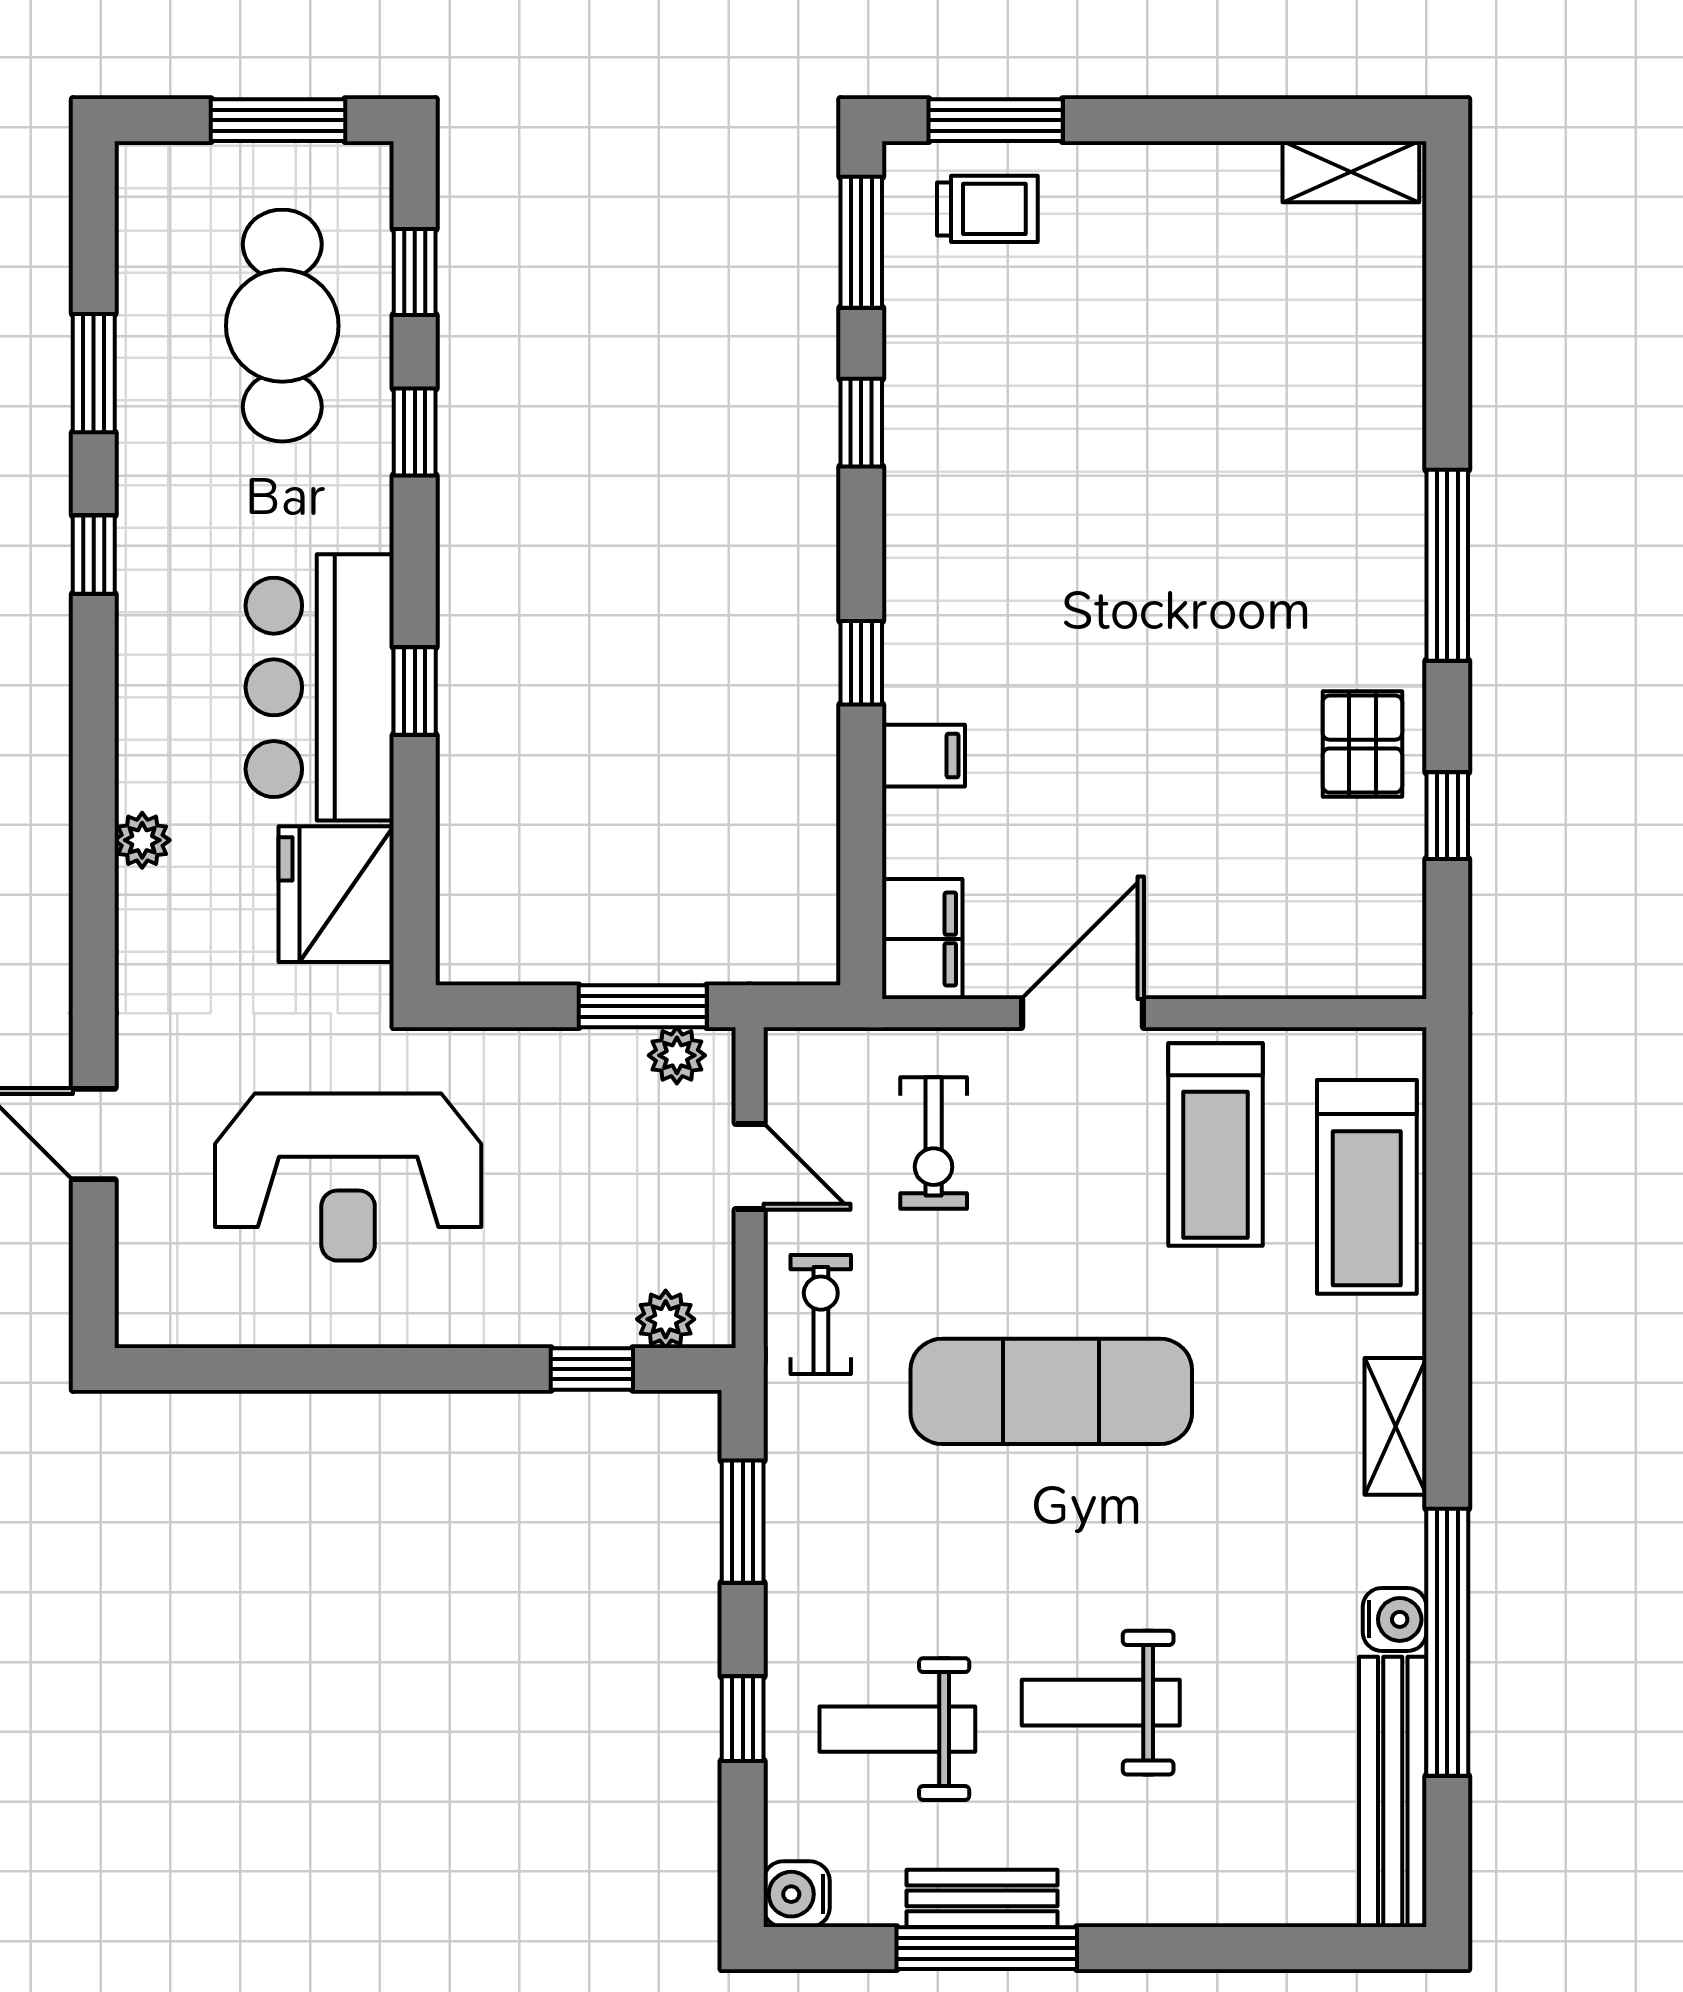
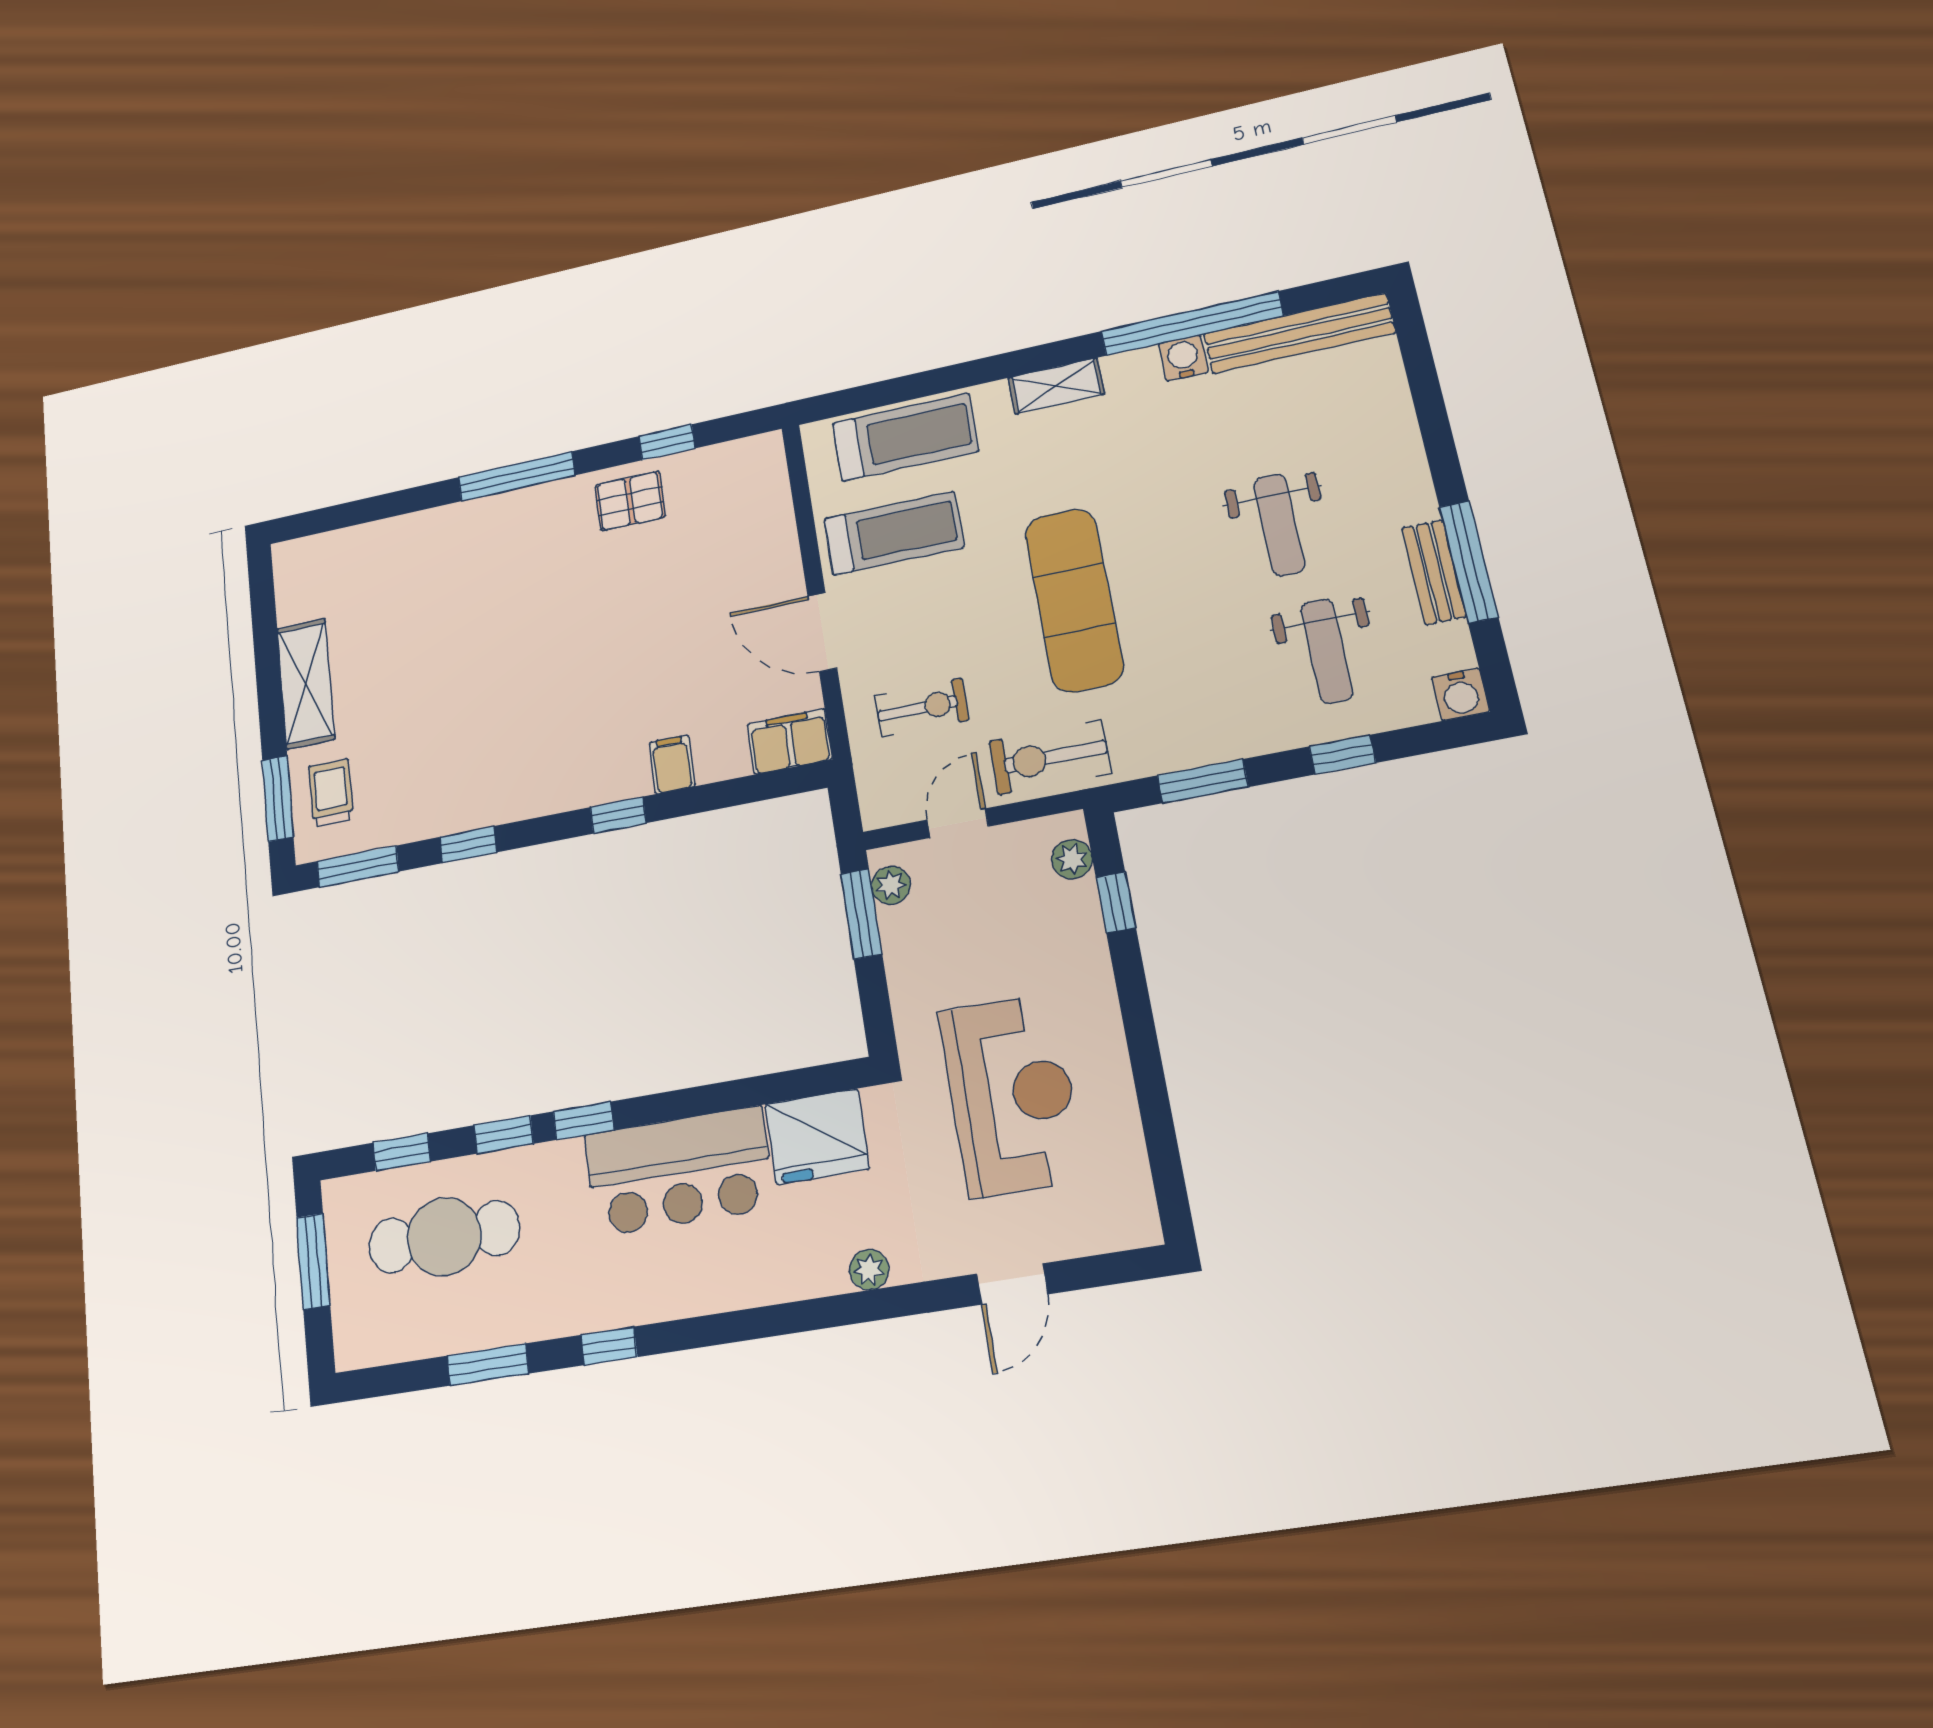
shelving: (1351, 172) -> (306, 684), moved, width x1.50, depth x1.33
window: (415, 691) -> (583, 1121), moved
plant: (142, 840) -> (869, 1270), moved
exercise bike: (821, 1315) -> (1050, 757), width x1.38, depth x1.39

